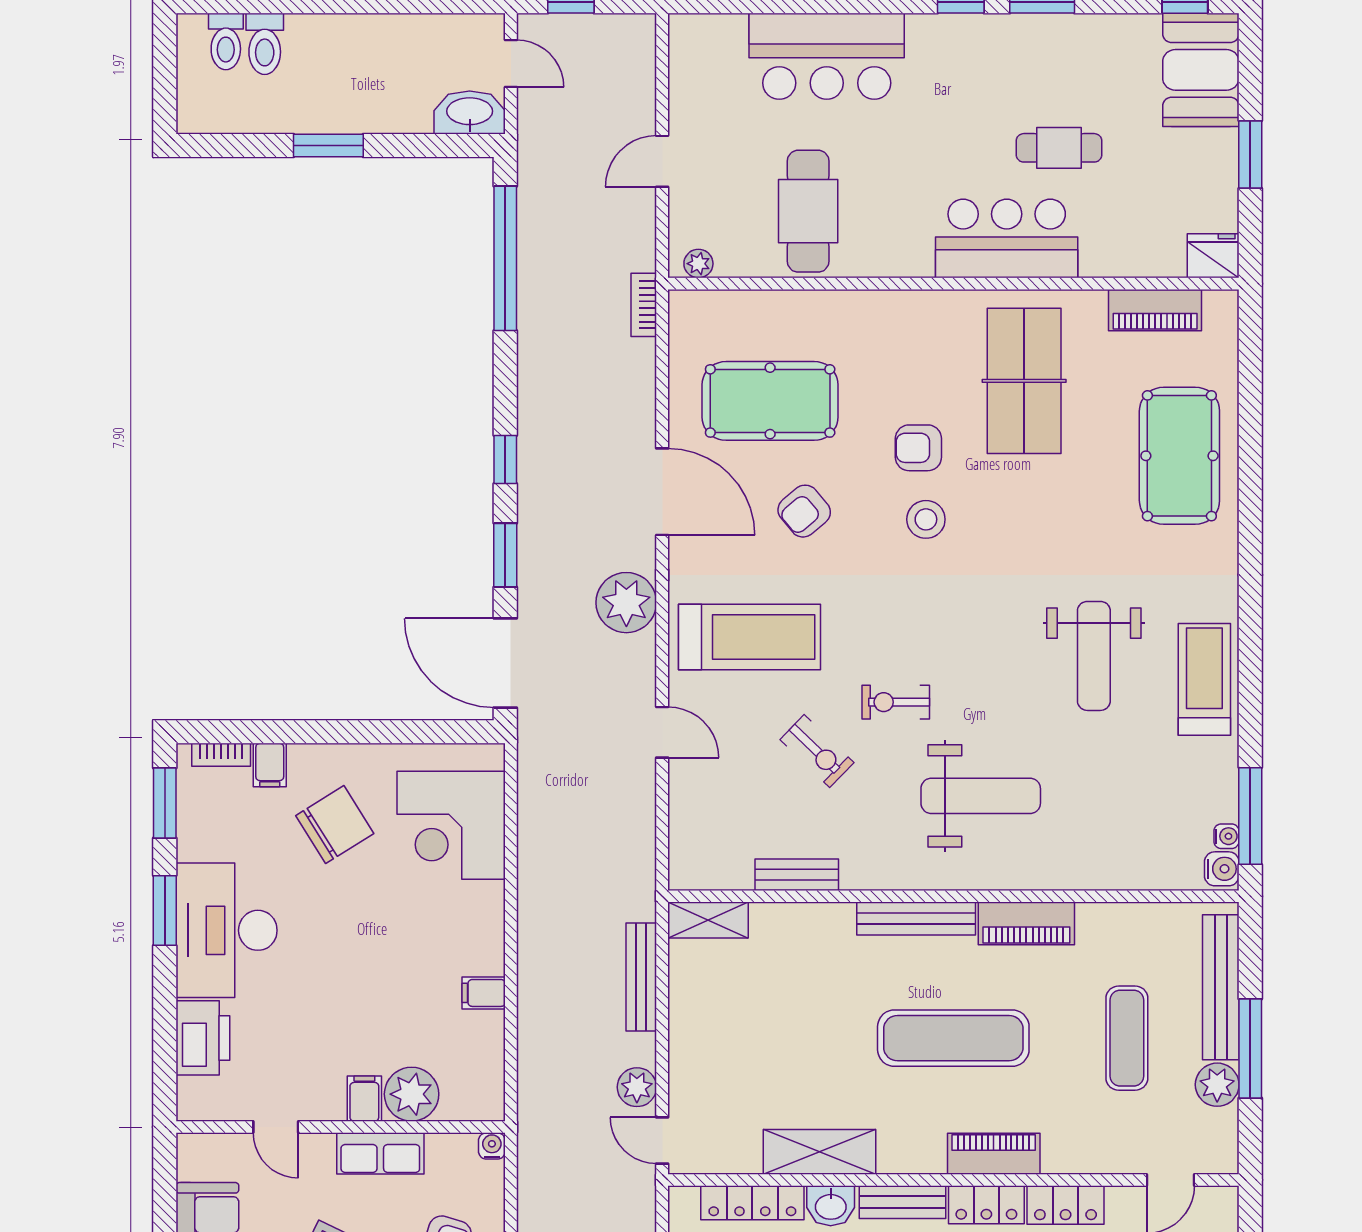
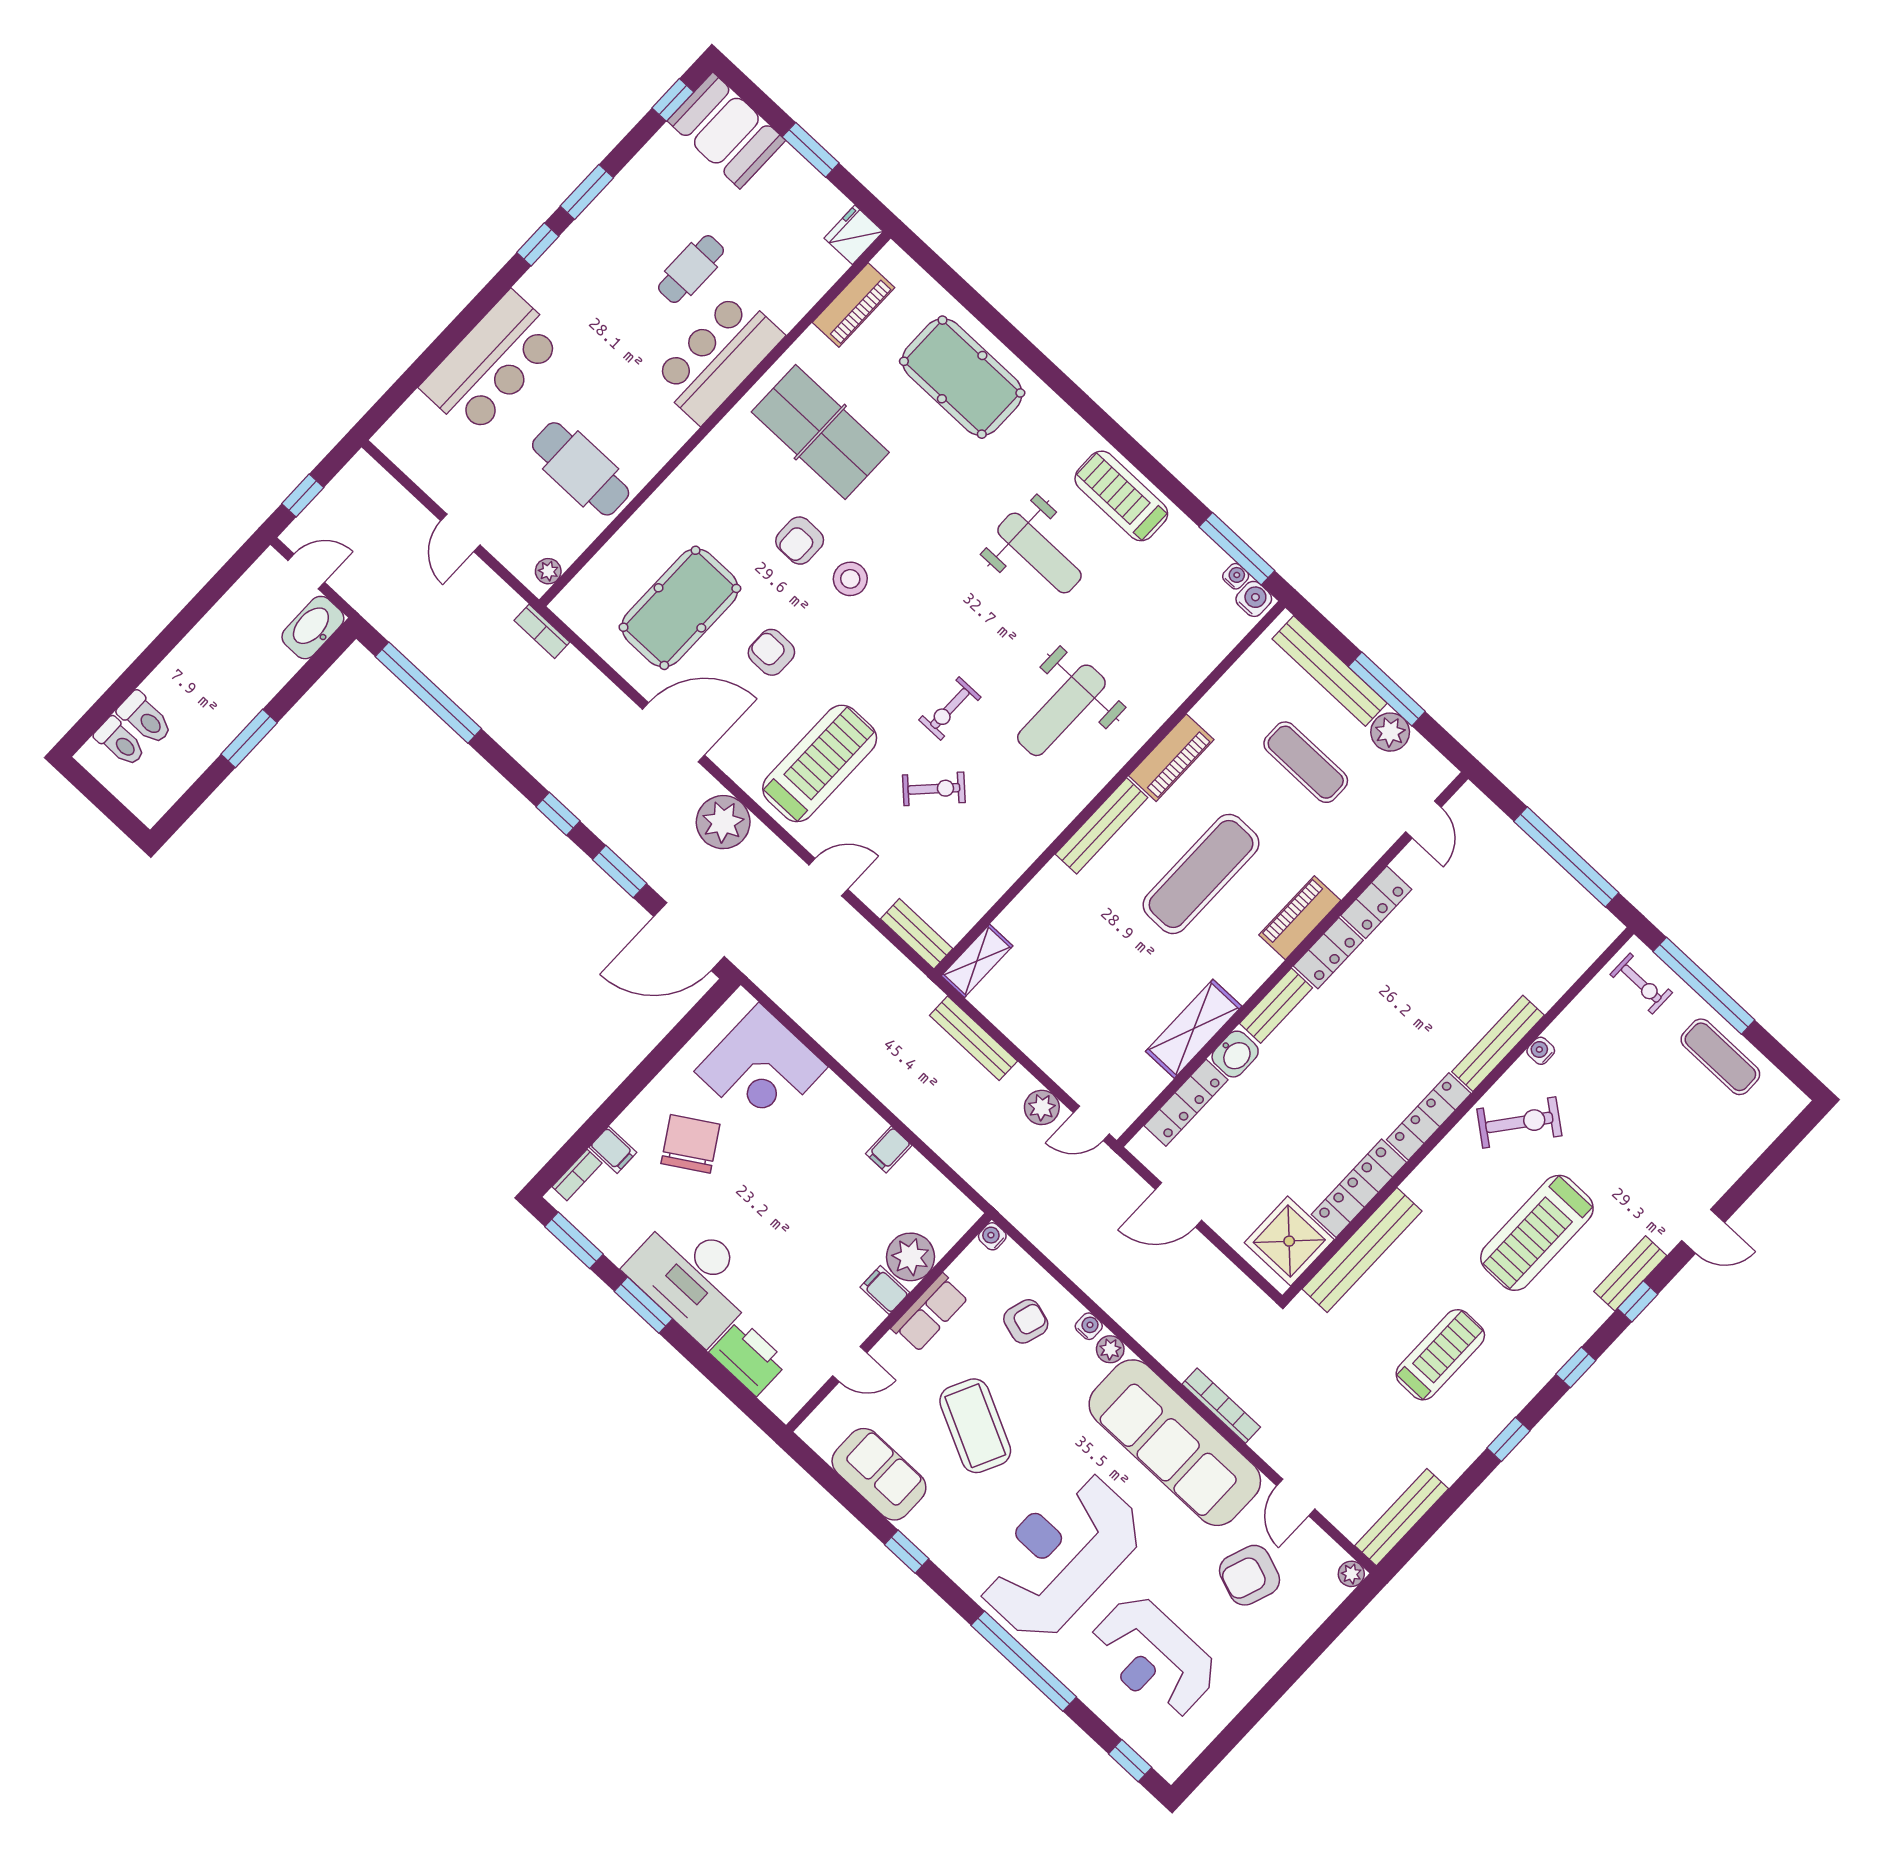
armchair: (804, 511) -> (771, 652), turned 130
weight bench: (981, 796) -> (1061, 710), turned 180
bench: (797, 875) -> (917, 934), moved, turned 90

